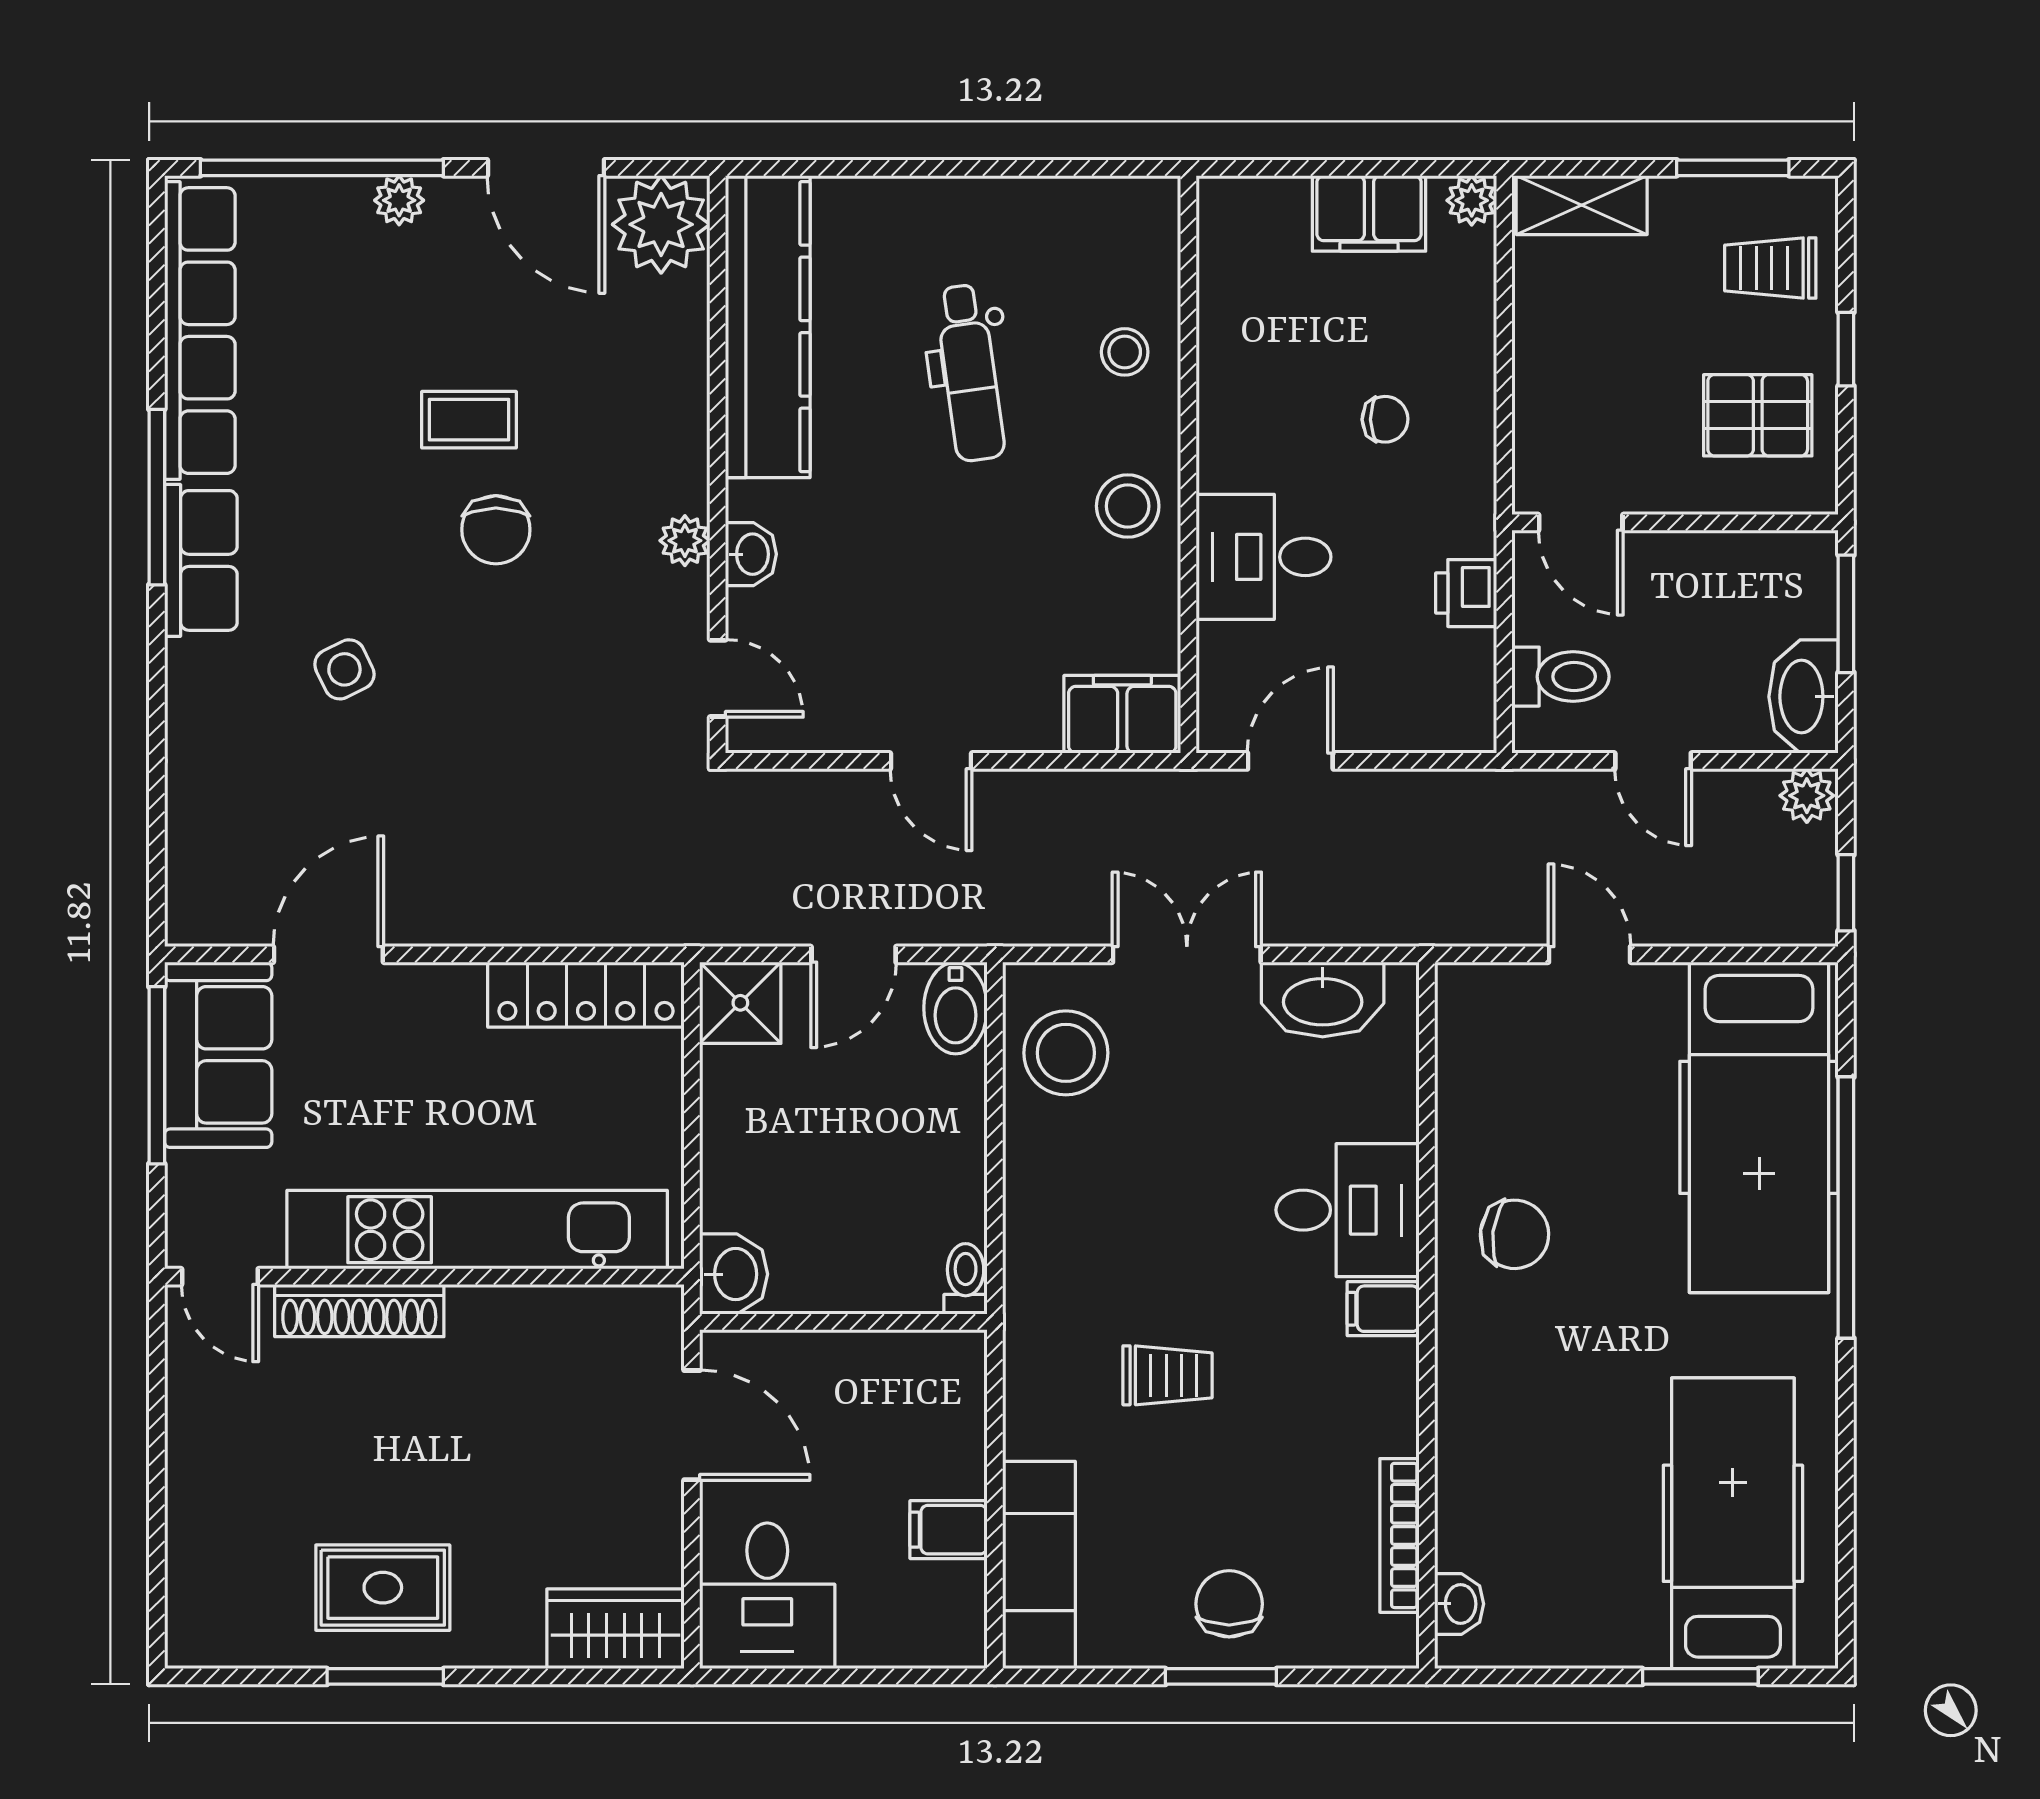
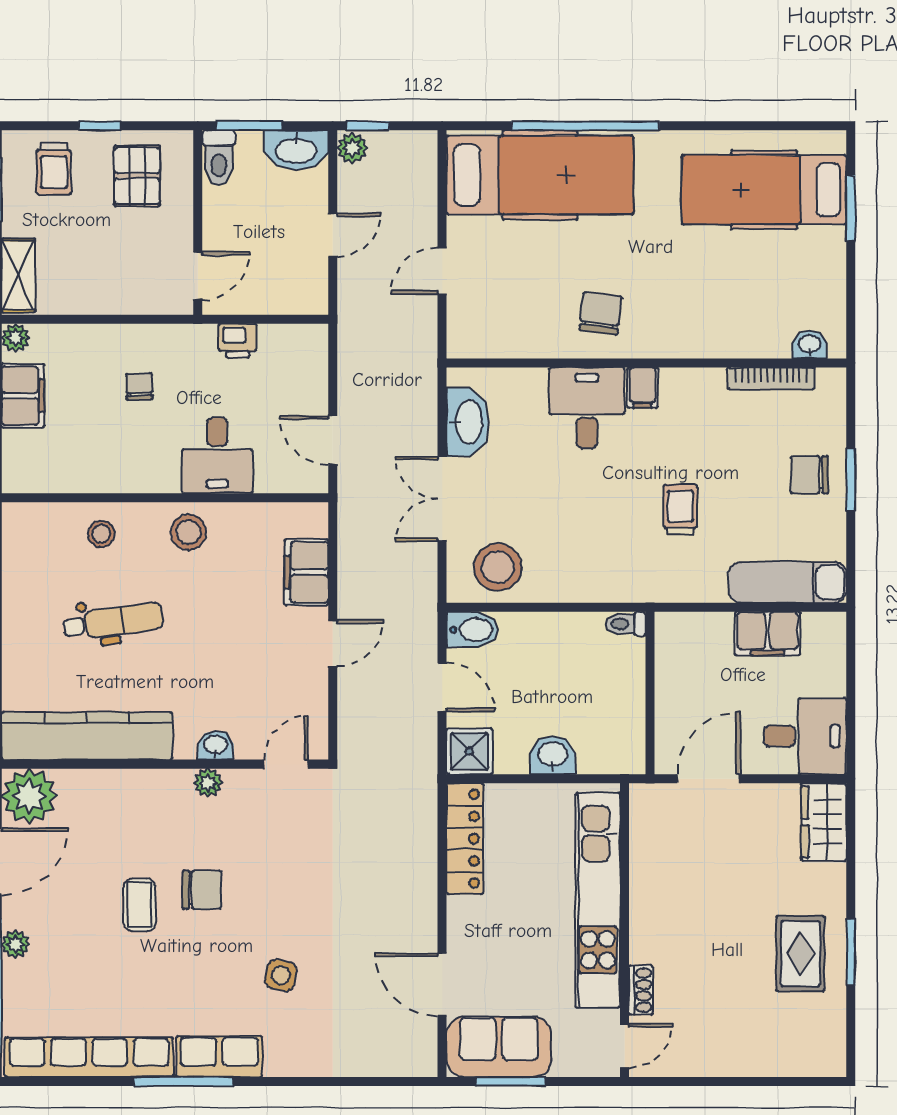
side table: (344, 669) -> (281, 975), turned 37
toilet: (1561, 677) -> (219, 158), moved, turned 180
filing cabinet: (1122, 714) -> (306, 572), moved
window: (1846, 893) -> (368, 126), moved
window: (157, 1075) -> (511, 1081), width x0.69
washbasin: (734, 1274) -> (553, 755), moved
shoe rack: (359, 1311) -> (641, 990), width x0.51, depth x0.81
filing cabinet: (949, 1530) -> (768, 634), width x2.00

